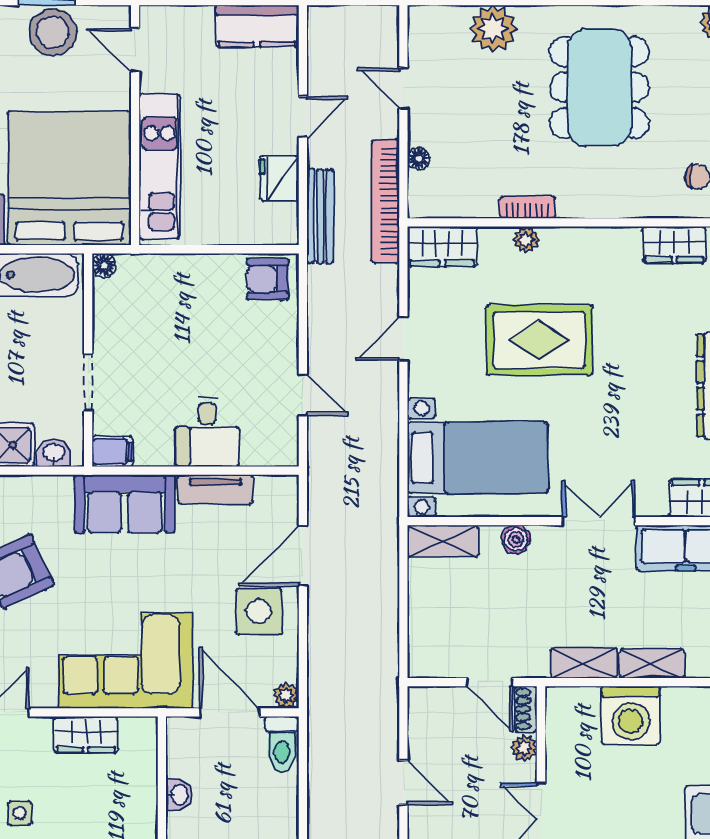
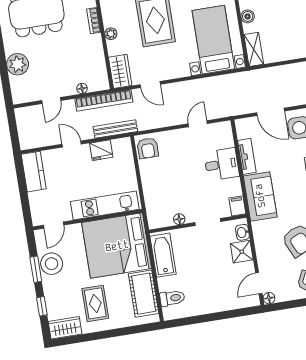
bookcase: (528, 207) -> (94, 21), moved
floor lamp: (104, 265) -> (179, 219), moved
door: (403, 338) -> (150, 84), moved

